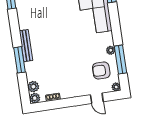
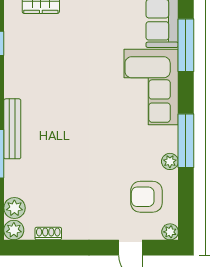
window: (121, 60) -> (186, 141), moved

